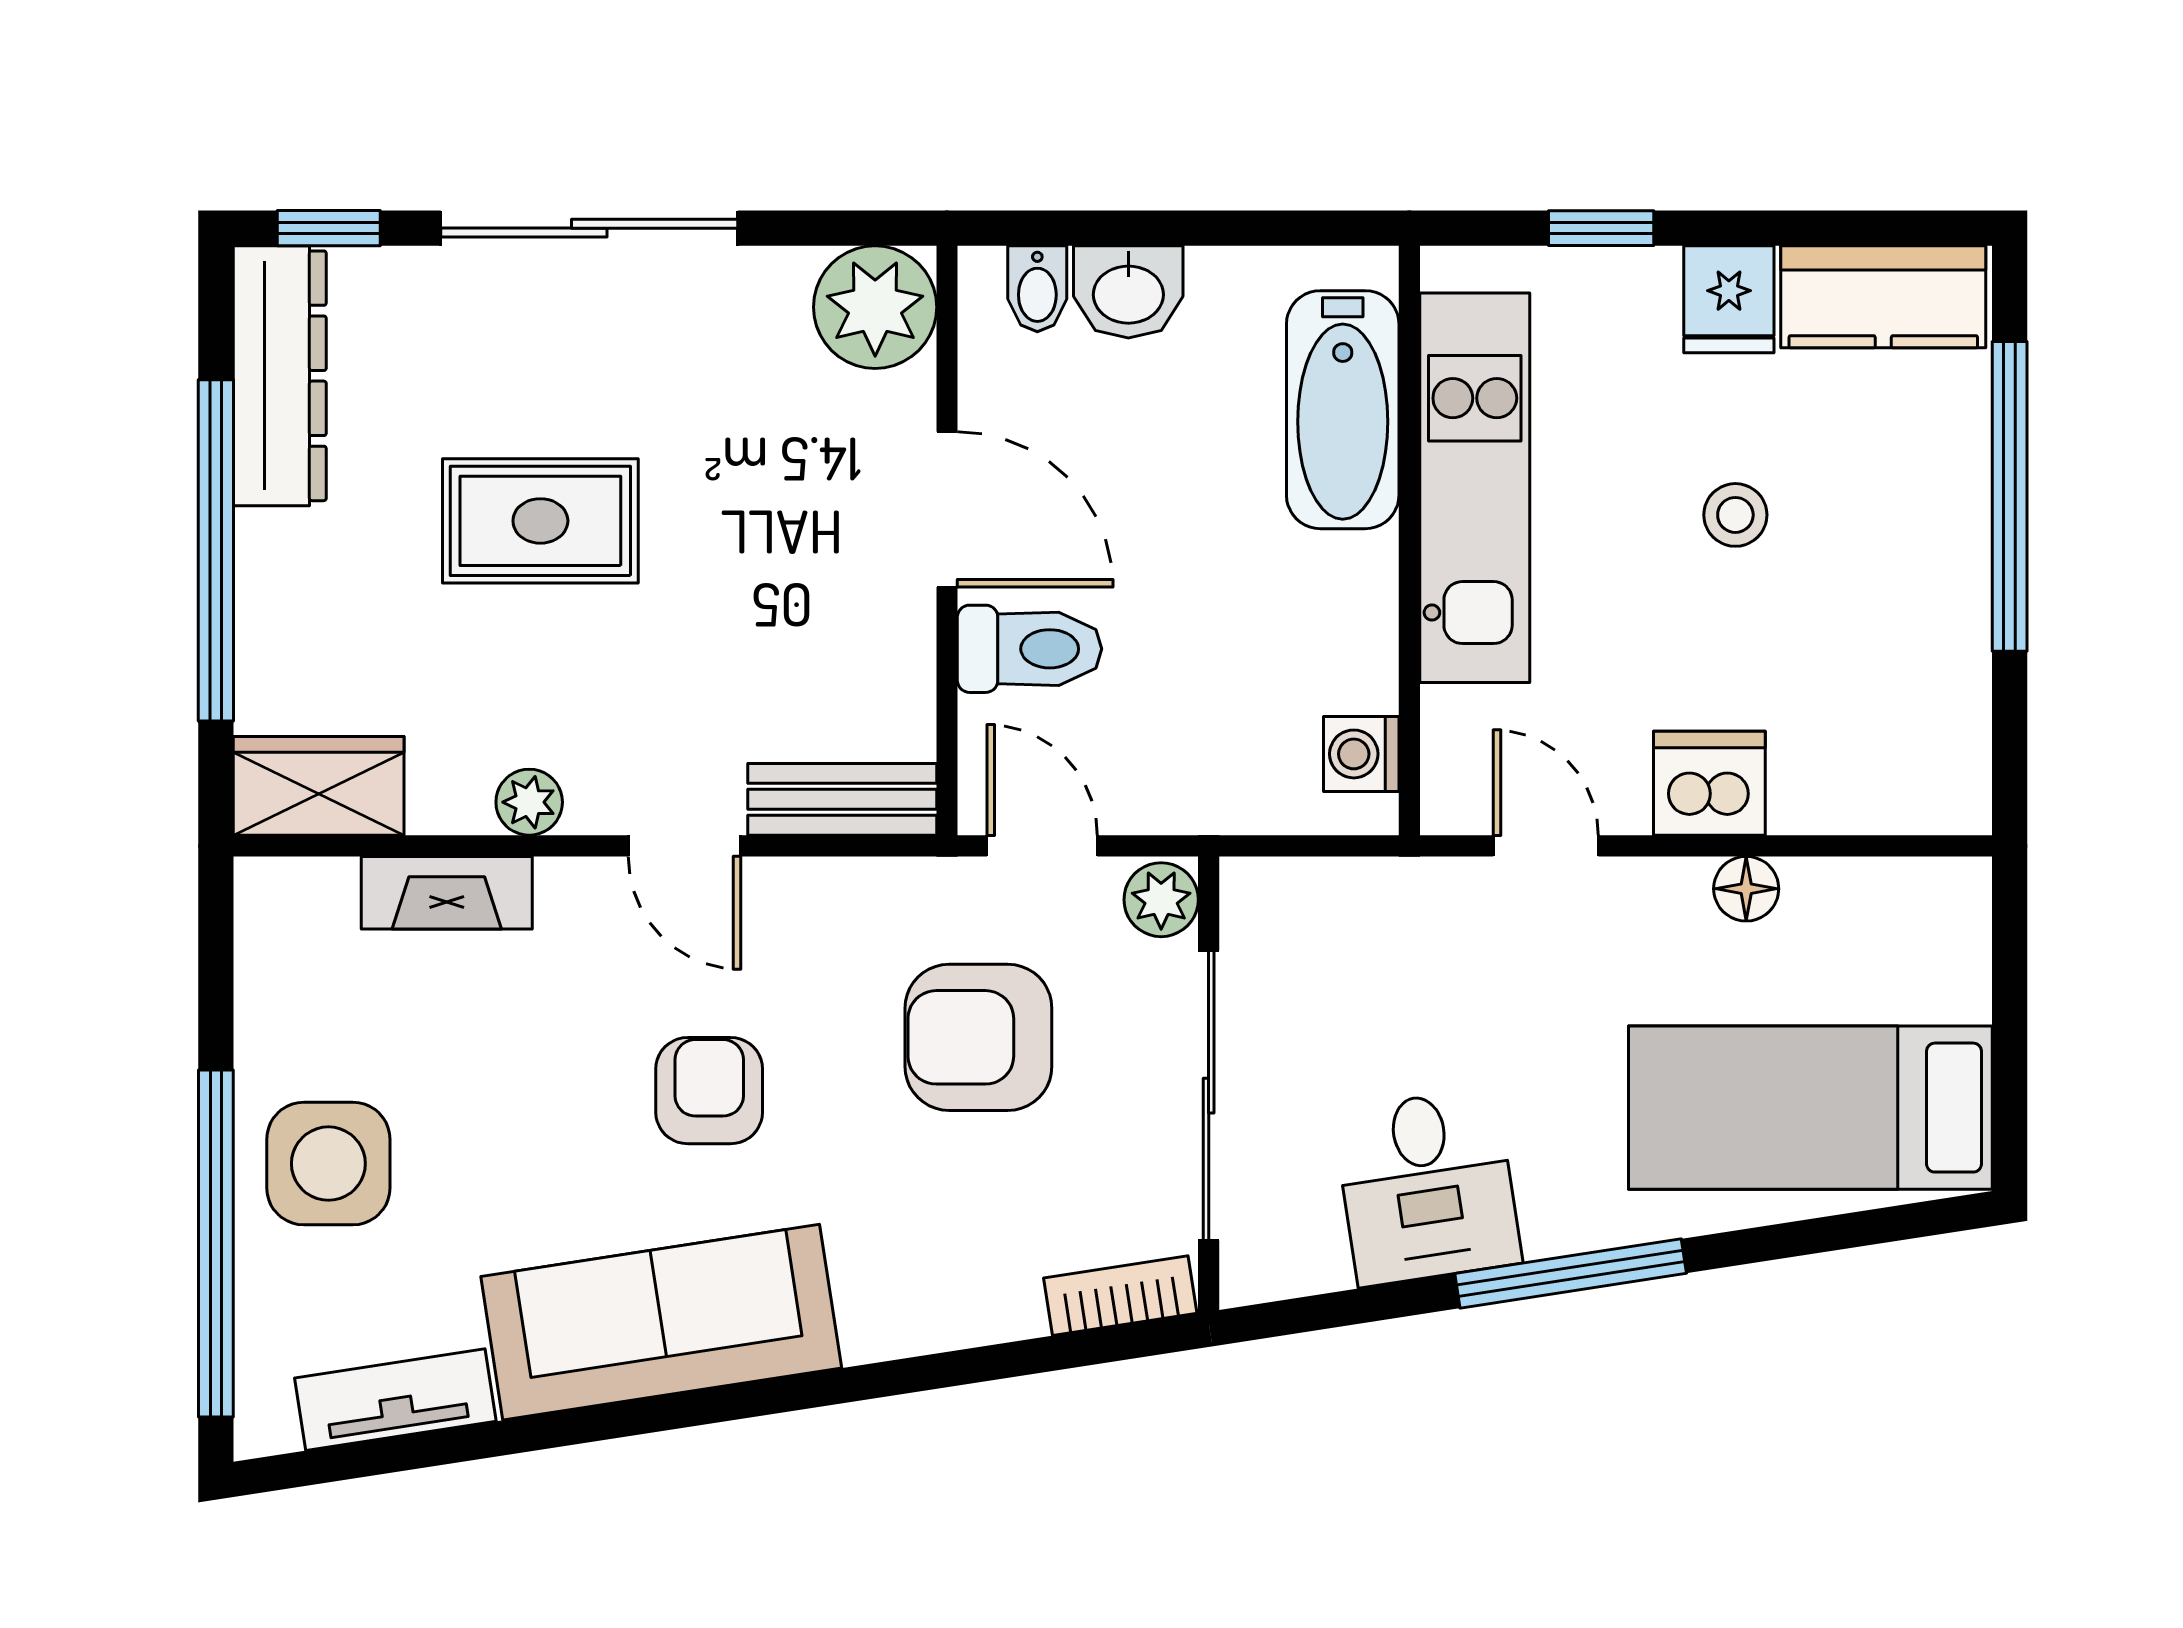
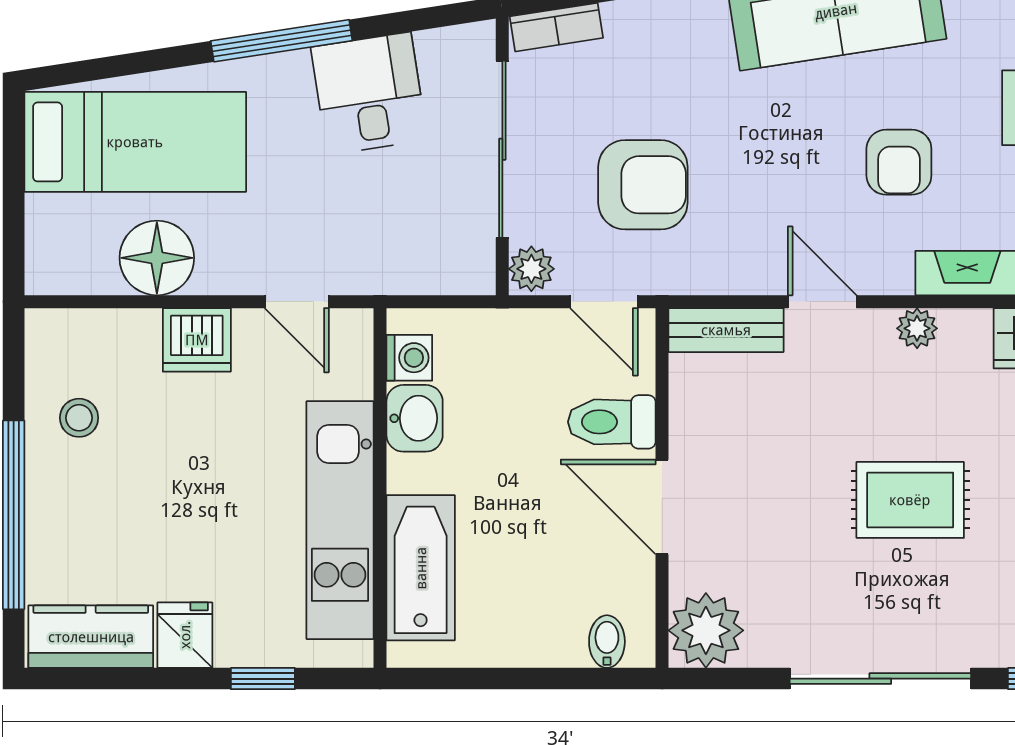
washbasin: (1128, 292) -> (415, 418), moved, turned 90
stool: (1735, 515) -> (79, 418), moved
floor lamp: (1746, 889) -> (157, 258), width x1.89, depth x1.89
armchair: (709, 1091) -> (899, 162), moved

